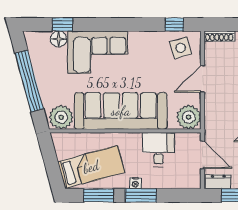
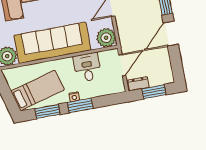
door: (202, 155) -> (122, 65), hinge flipped

